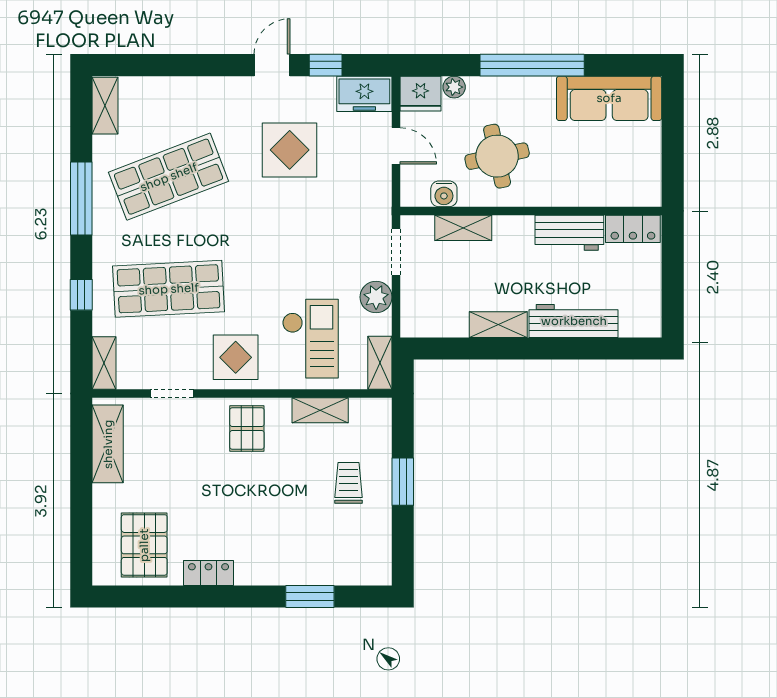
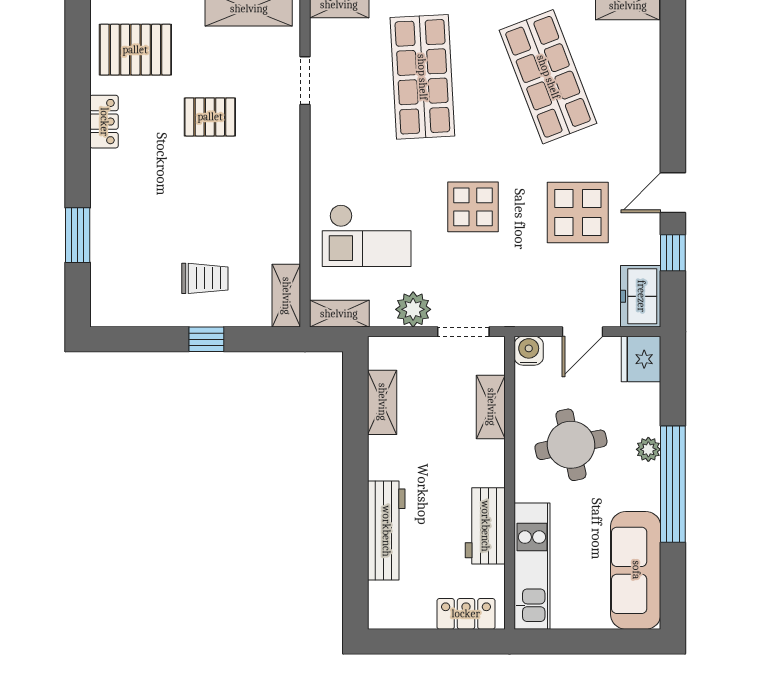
door: (272, 65) -> (673, 193), swing flipped
plant: (454, 87) -> (648, 449), moved
kitchen unit: (605, 191) -> (532, 566), added
water cooler: (444, 194) -> (529, 351), moved, turned 90
locker: (633, 229) -> (466, 614), moved, turned 90
shelving: (498, 325) -> (382, 402), moved
display table: (236, 357) -> (473, 207), moved
shelving: (320, 410) -> (286, 296), moved
pallet: (247, 428) -> (210, 117), moved
window: (403, 482) -> (206, 339), width x0.67

